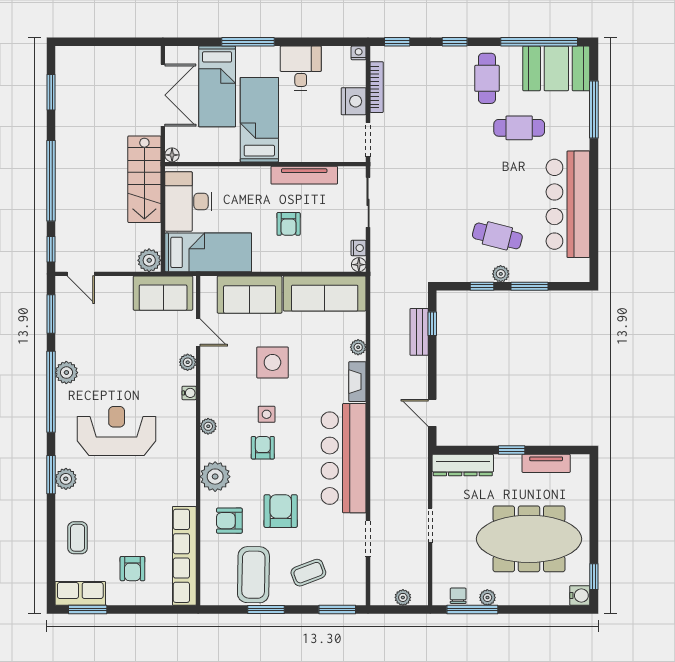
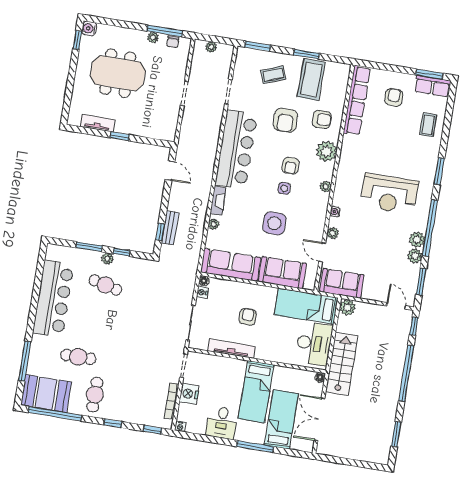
dresser: (463, 465) -> (155, 131), removed
plant: (66, 479) -> (415, 256), moved
meeting table: (529, 539) -> (118, 73), width x0.73

